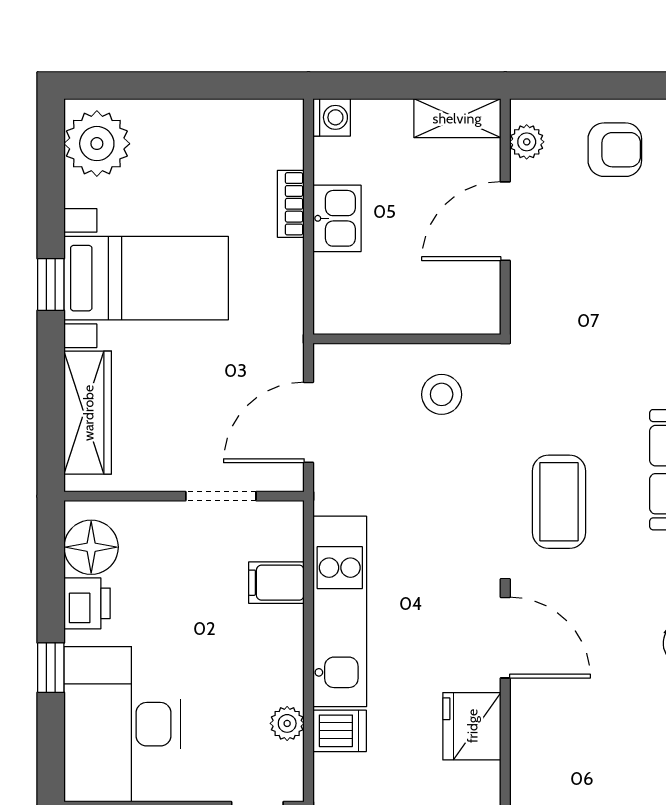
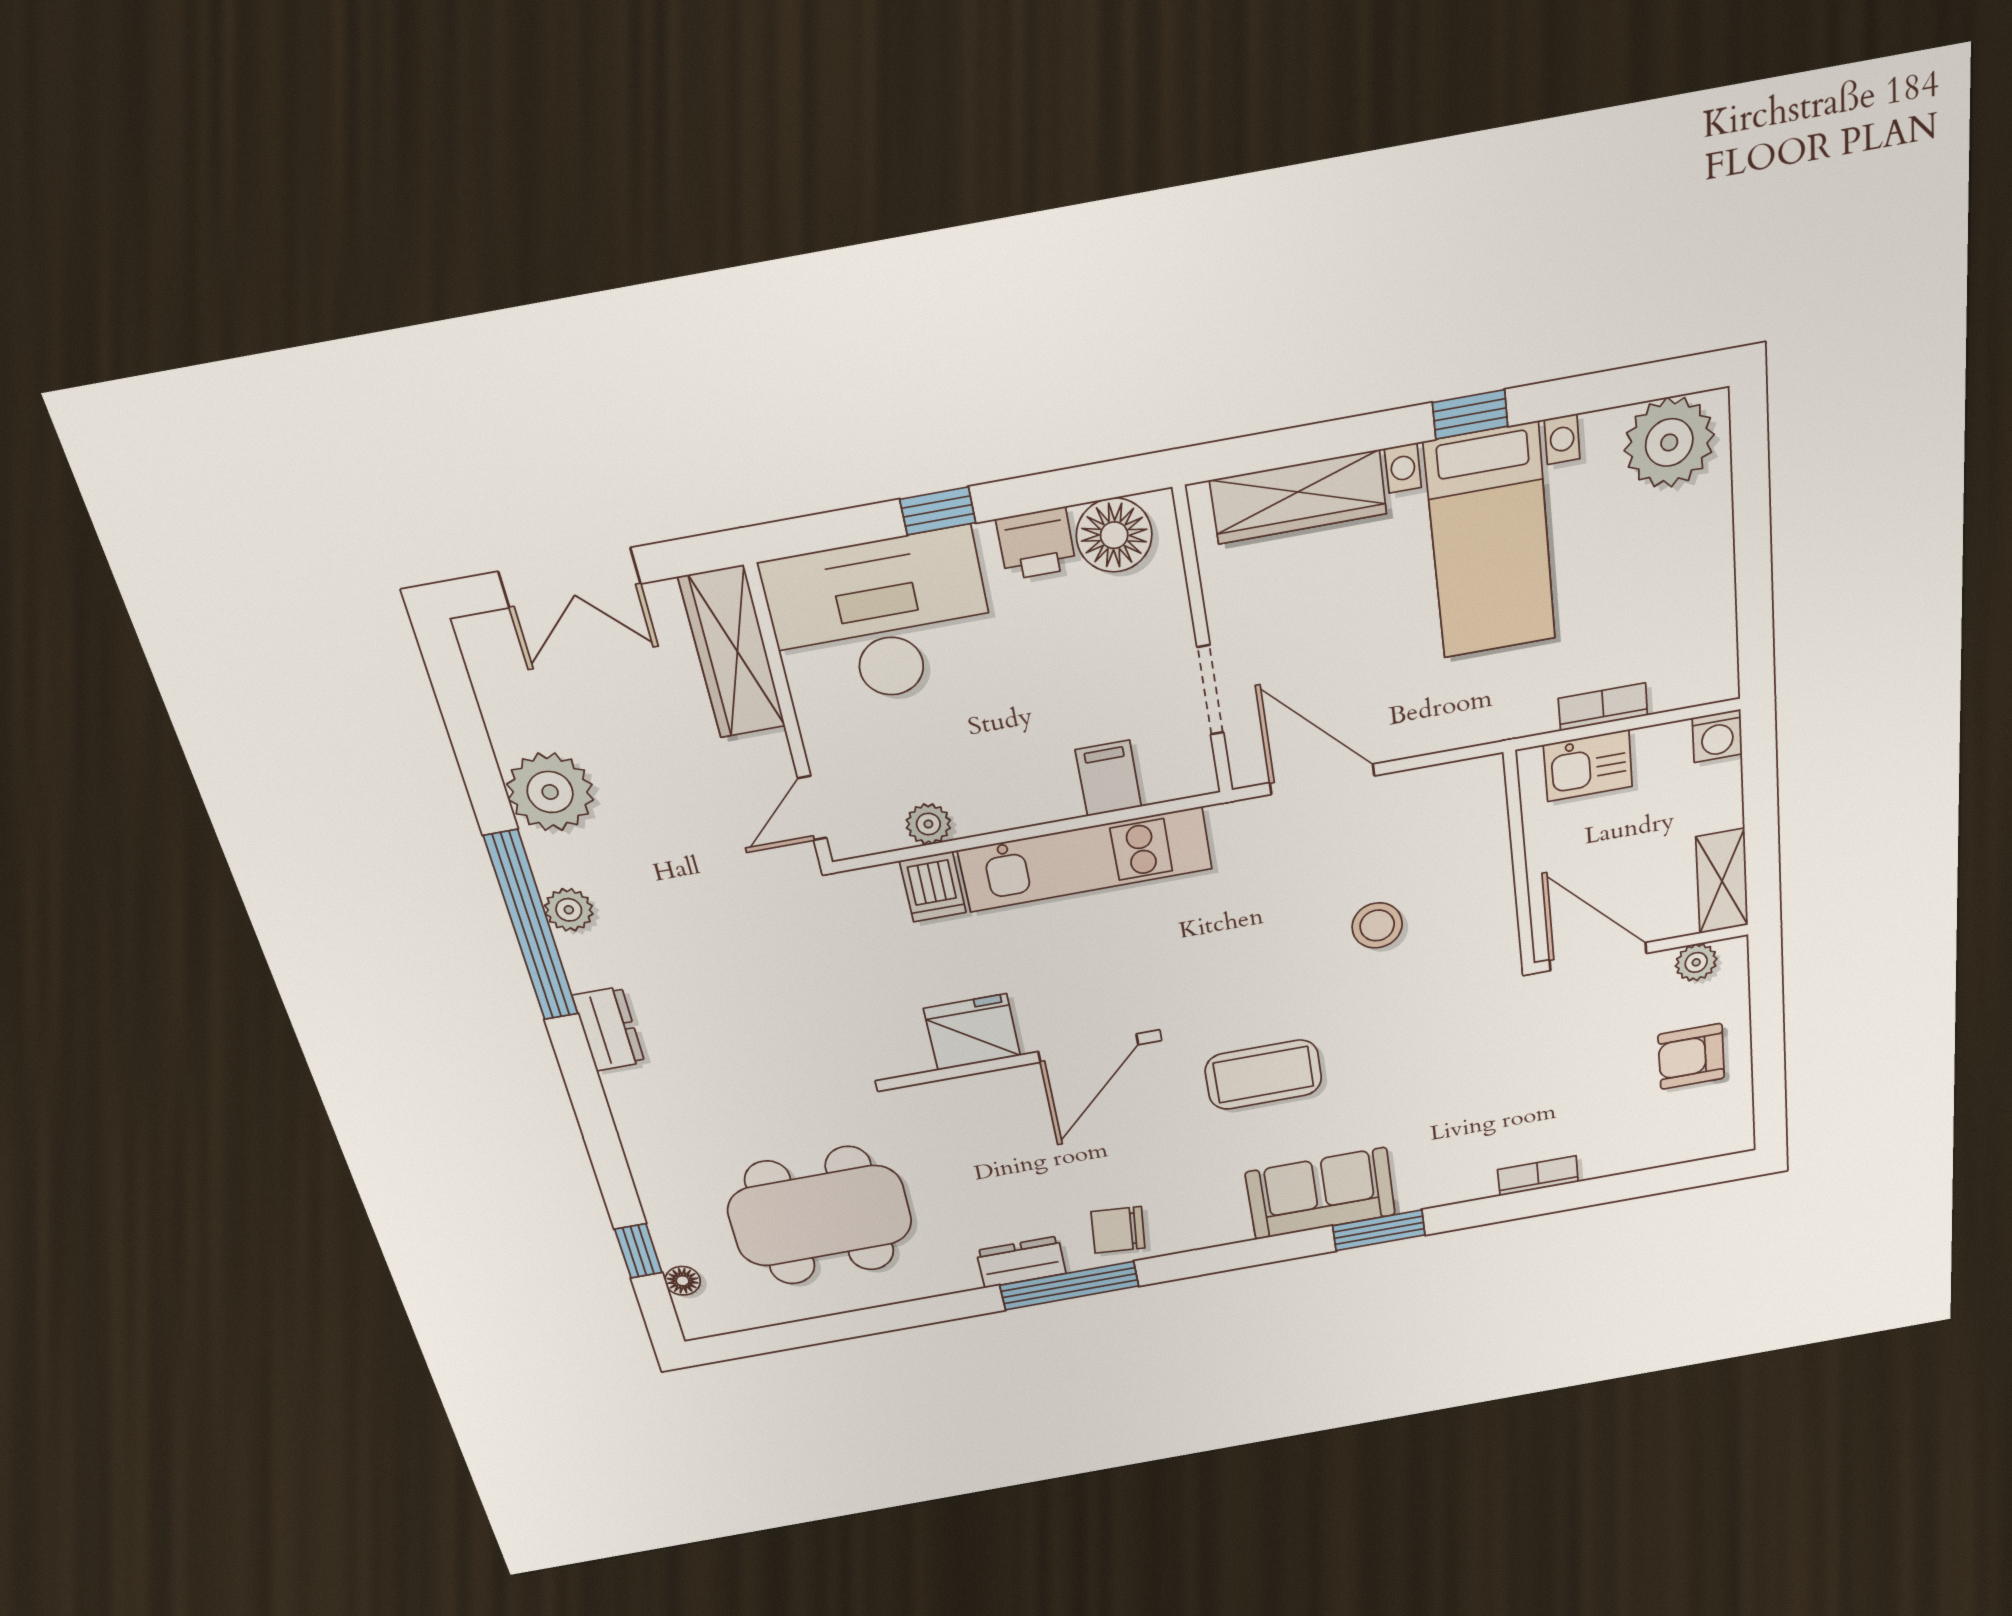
armchair: (615, 150) -> (1691, 1056), turned 90
wall: (407, 339) -> (1519, 860), moved

